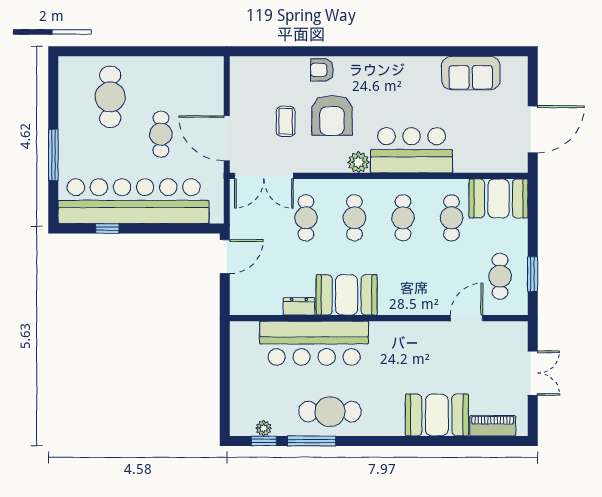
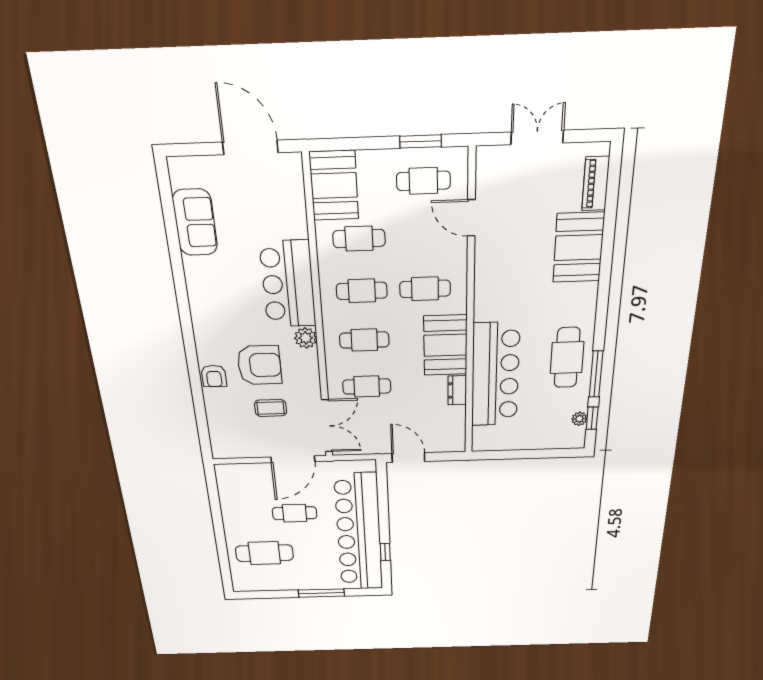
cafe table: (403, 276) -> (425, 289), added

